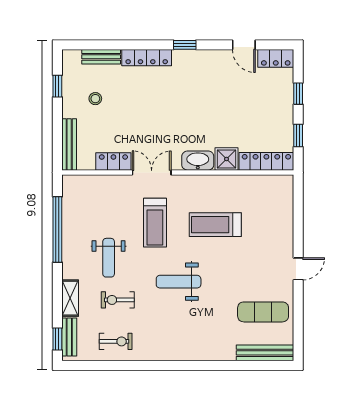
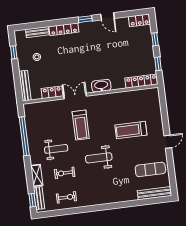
door: (244, 45) -> (108, 16), moved
shower: (226, 159) -> (118, 83), removed
treadmill: (215, 225) -> (131, 130), moved
weight bench: (109, 258) -> (56, 149), turned -90

